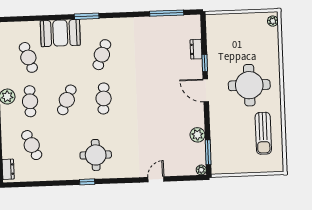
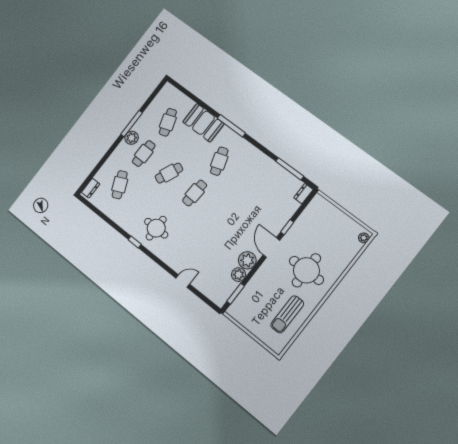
window: (87, 16) -> (231, 126), width x1.44
dresser: (196, 49) -> (303, 194), moved
cafe table: (102, 55) -> (219, 161), turned -39
plant: (201, 170) -> (247, 260), moved, width x1.88, depth x1.88

